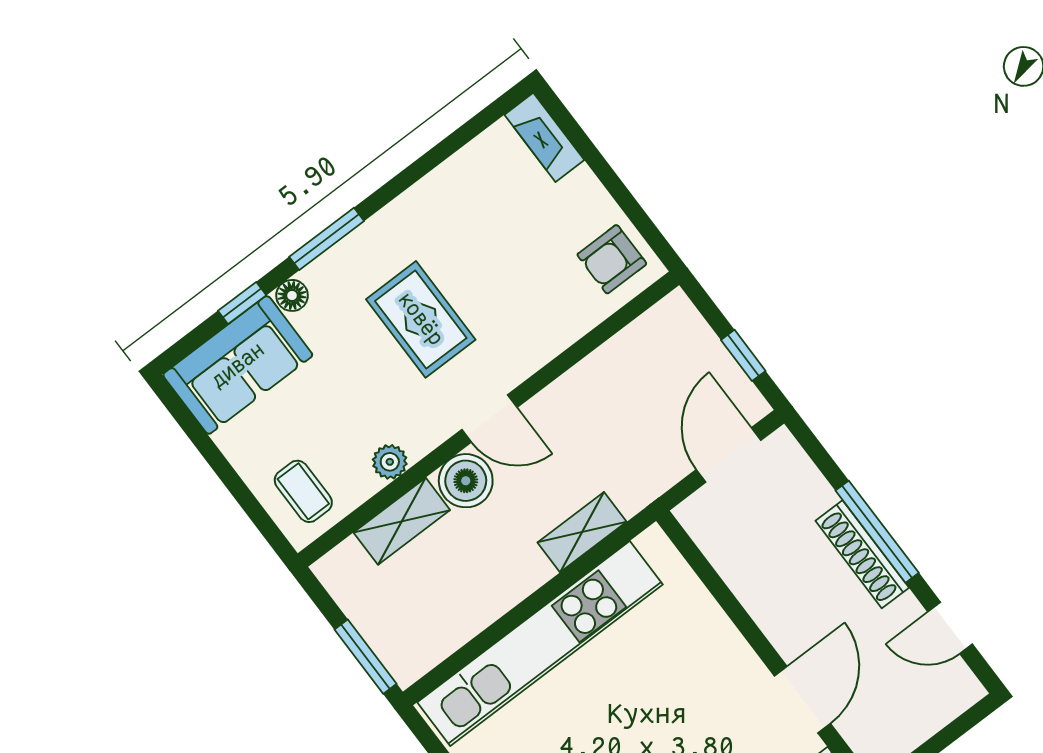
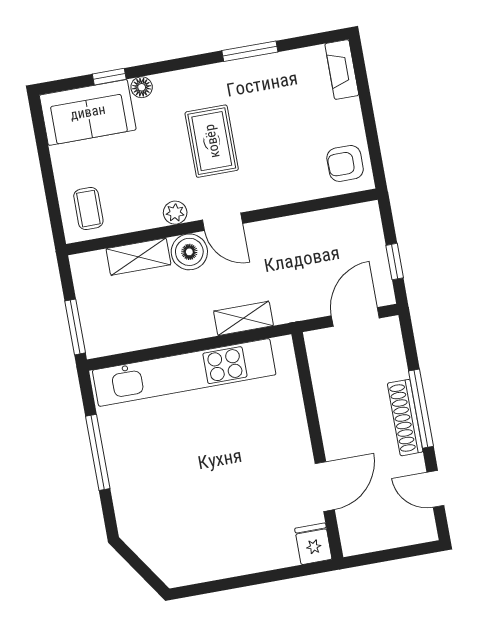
window: (327, 239) -> (250, 51), moved
plant: (390, 462) -> (175, 213), moved

